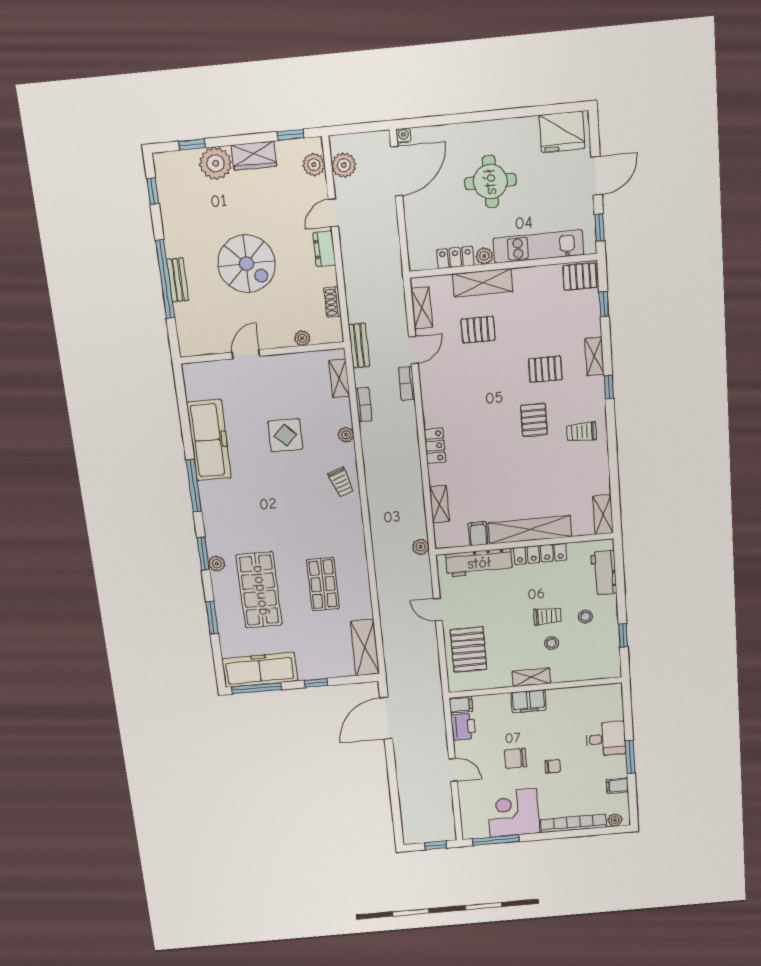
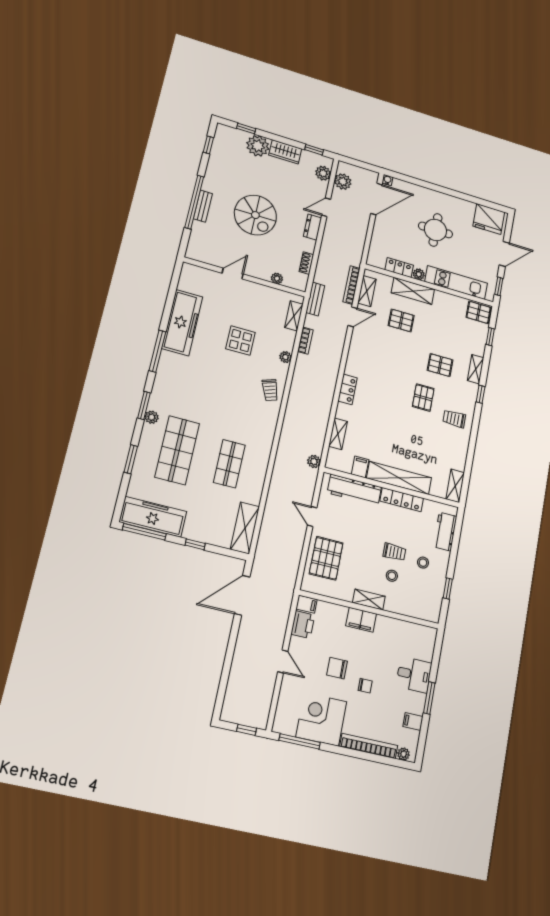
bookcase: (407, 383) -> (352, 285), moved, width x1.56

